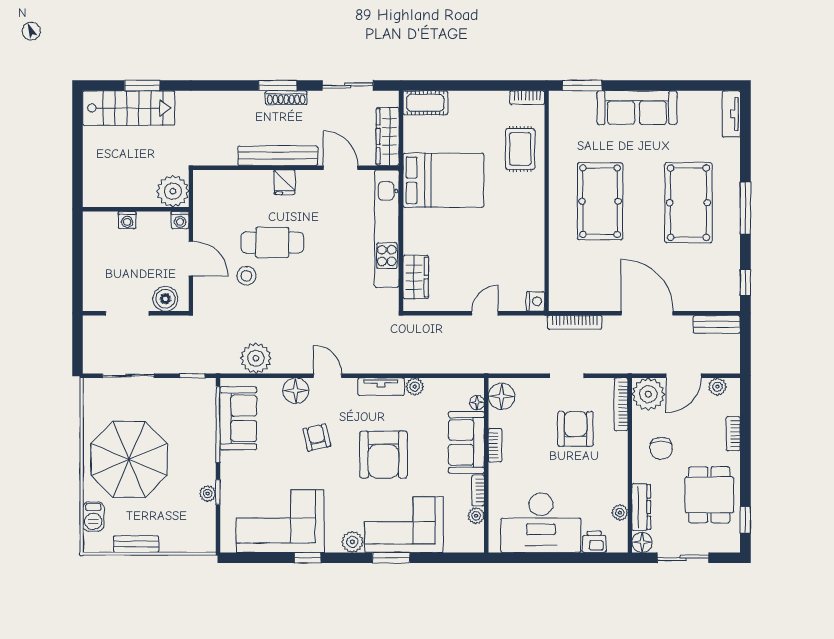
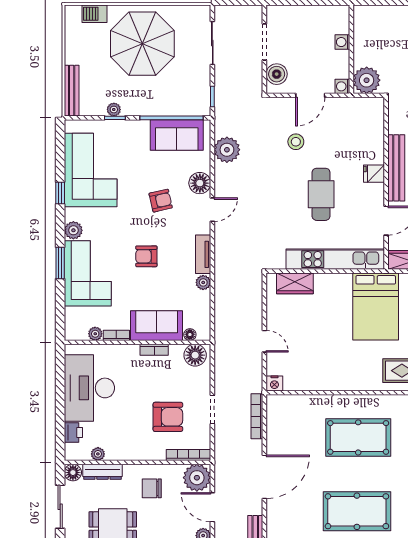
cafe table: (272, 243) -> (321, 194), moved
armchair: (383, 455) -> (146, 256), width x0.53, depth x0.53
bench: (136, 544) -> (72, 91), moved, width x1.36

